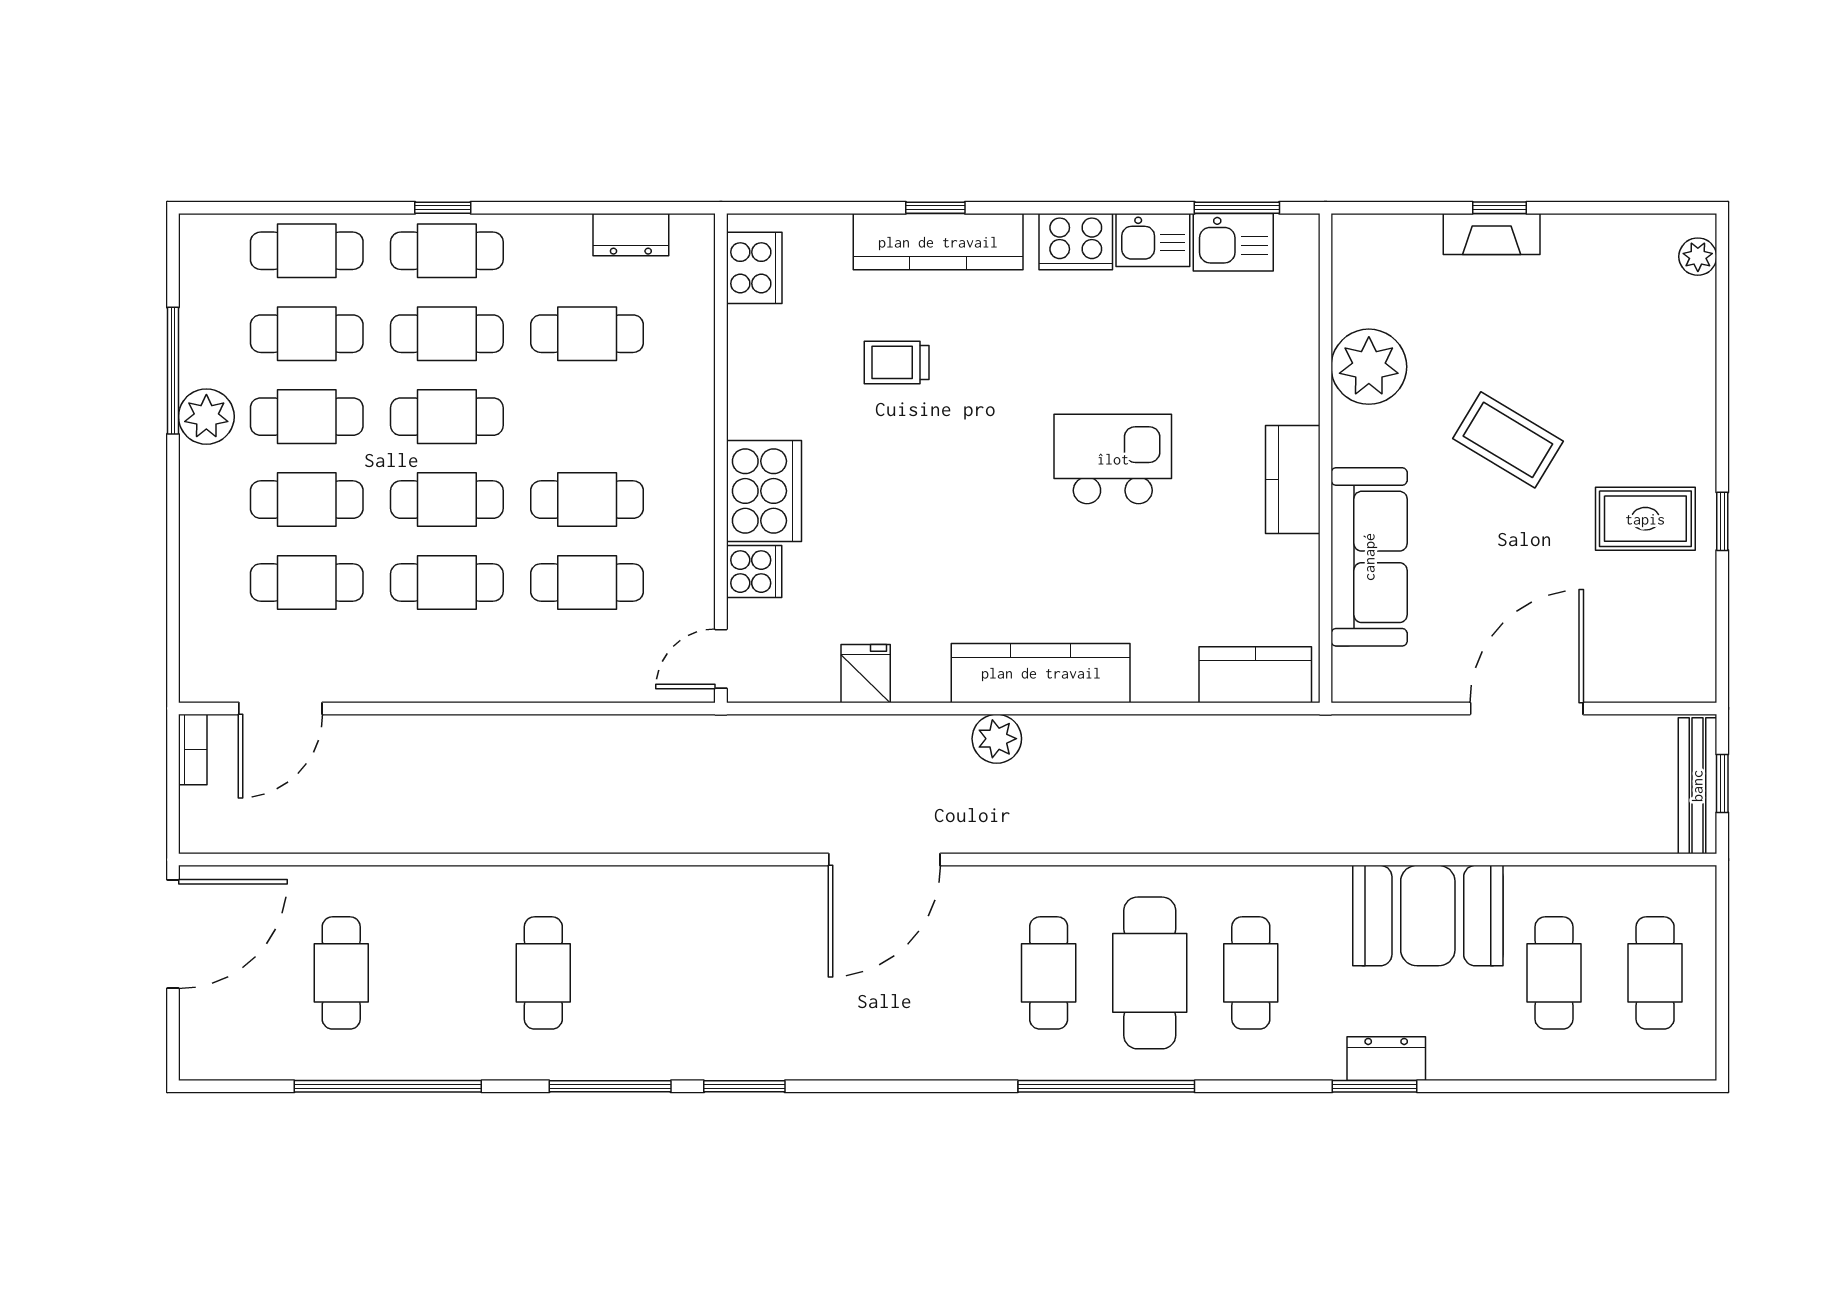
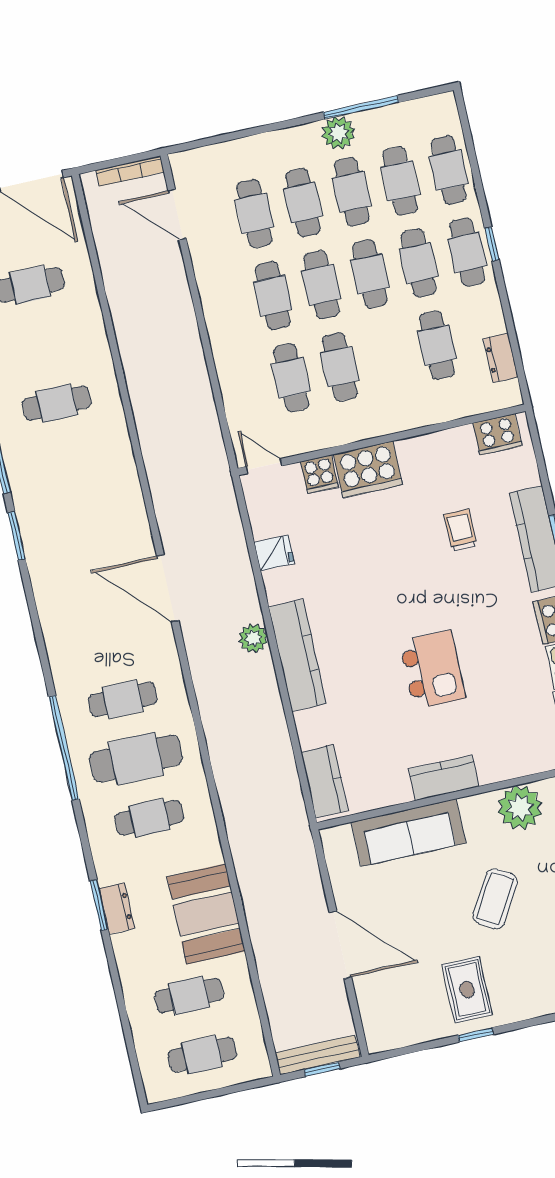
bookcase: (193, 749) -> (130, 171), width x1.56

